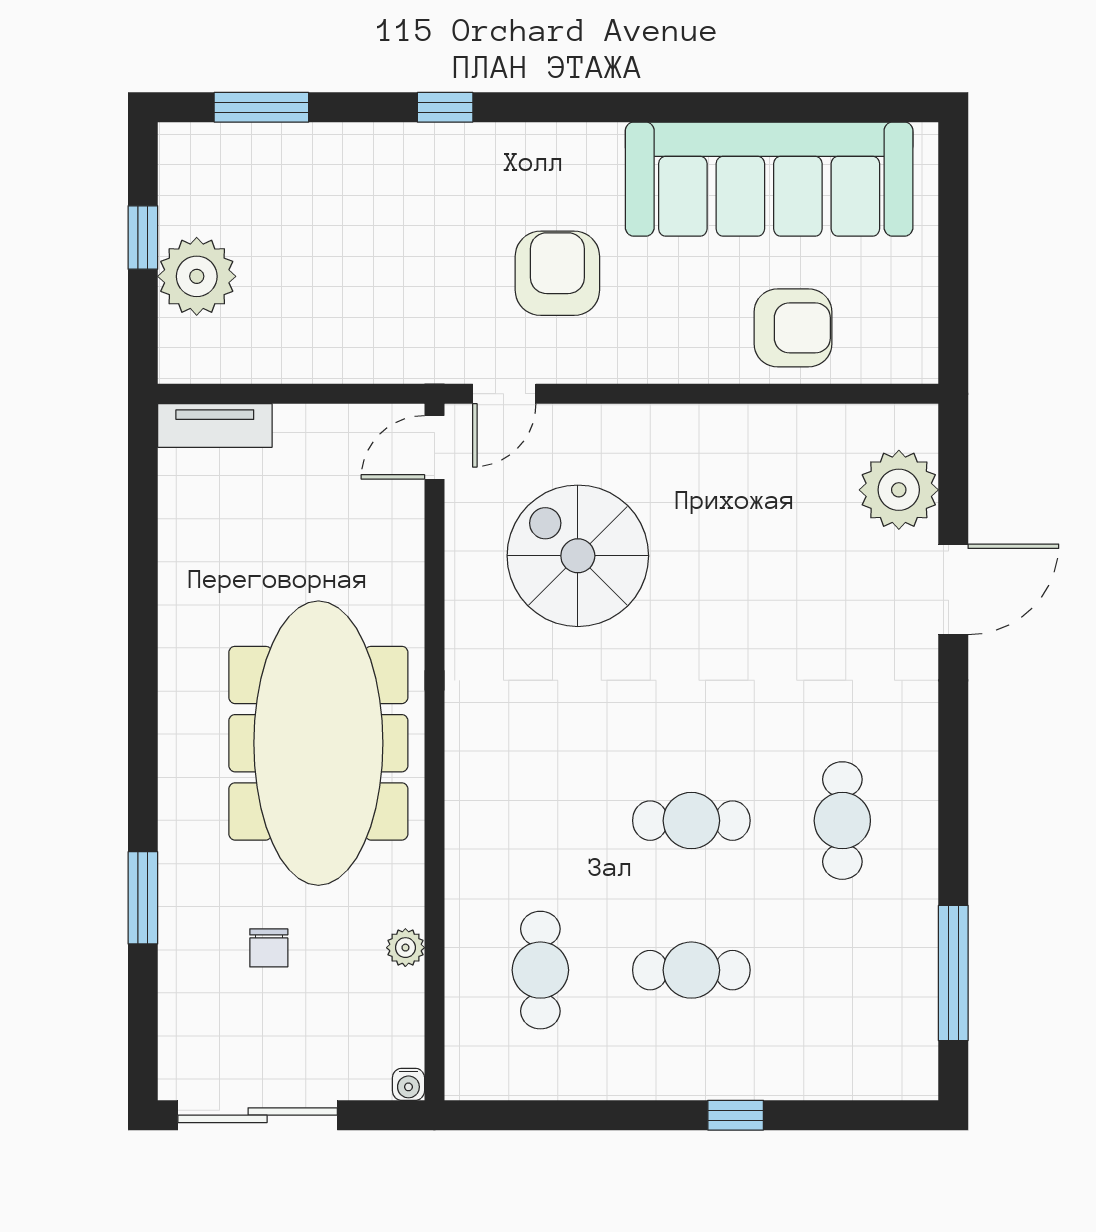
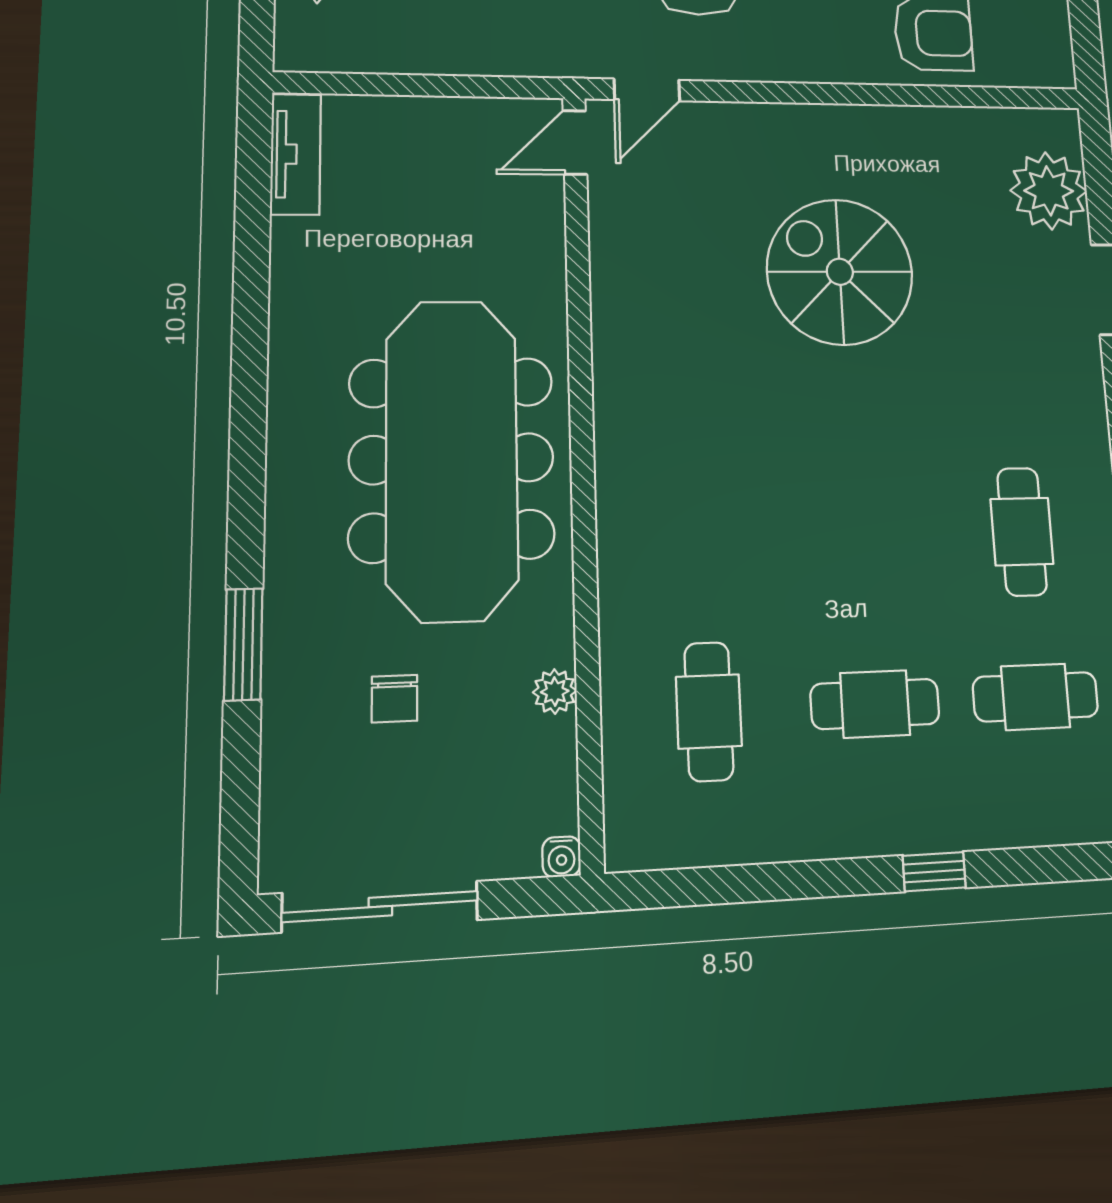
tv unit: (215, 425) -> (296, 154), moved, turned -90
spiral stairs: (578, 556) -> (840, 272), moved
cafe table: (691, 821) -> (1036, 697), moved

